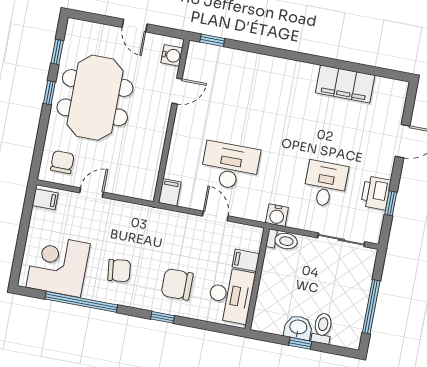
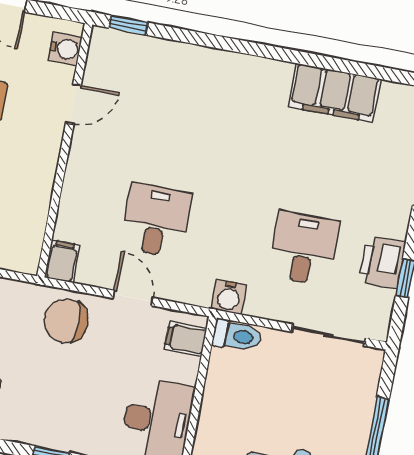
desk: (230, 166) -> (156, 221), width x0.73
filing cabinet: (246, 260) -> (186, 339), moved
chair: (177, 284) -> (66, 321), moved

